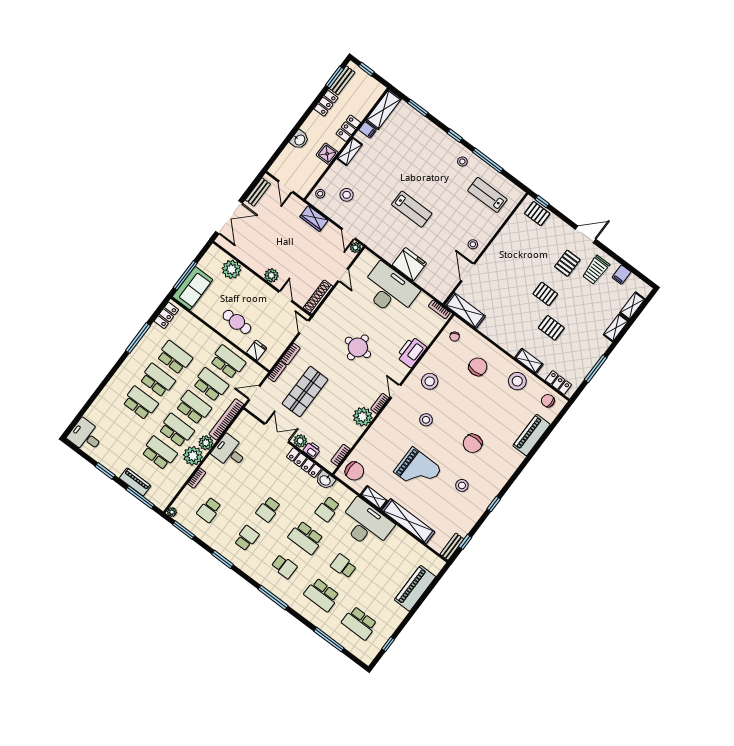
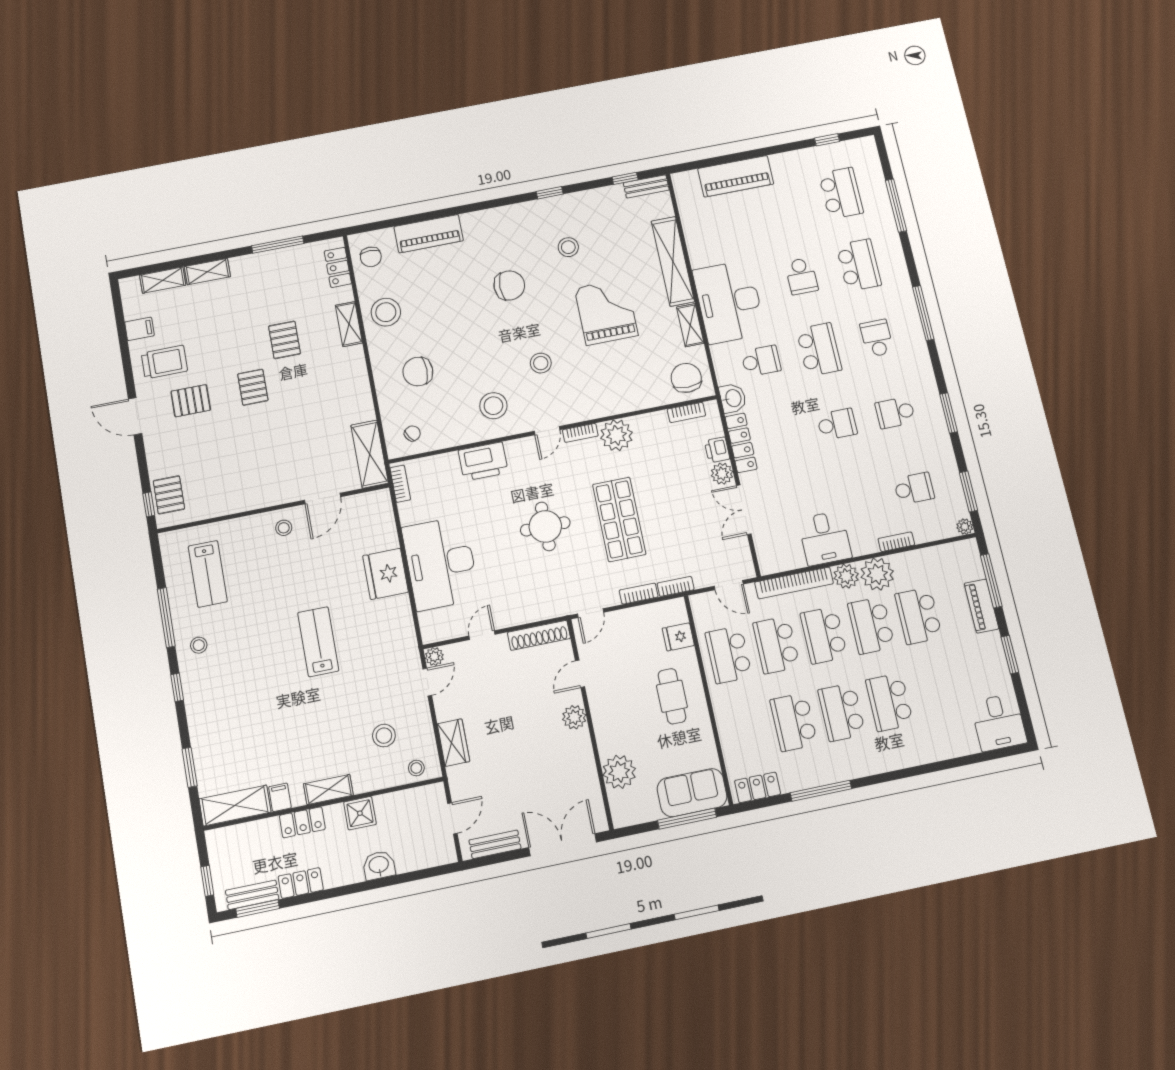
shop shelf: (305, 392) -> (619, 519), moved, turned 90

